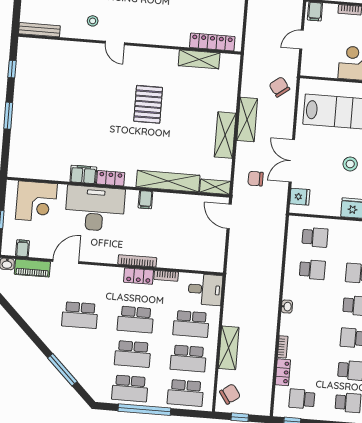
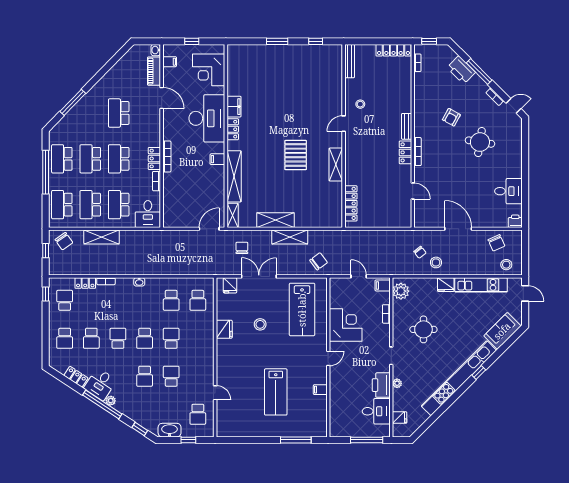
shelving: (199, 59) -> (336, 165), moved
pallet: (148, 104) -> (296, 155), turned 90

